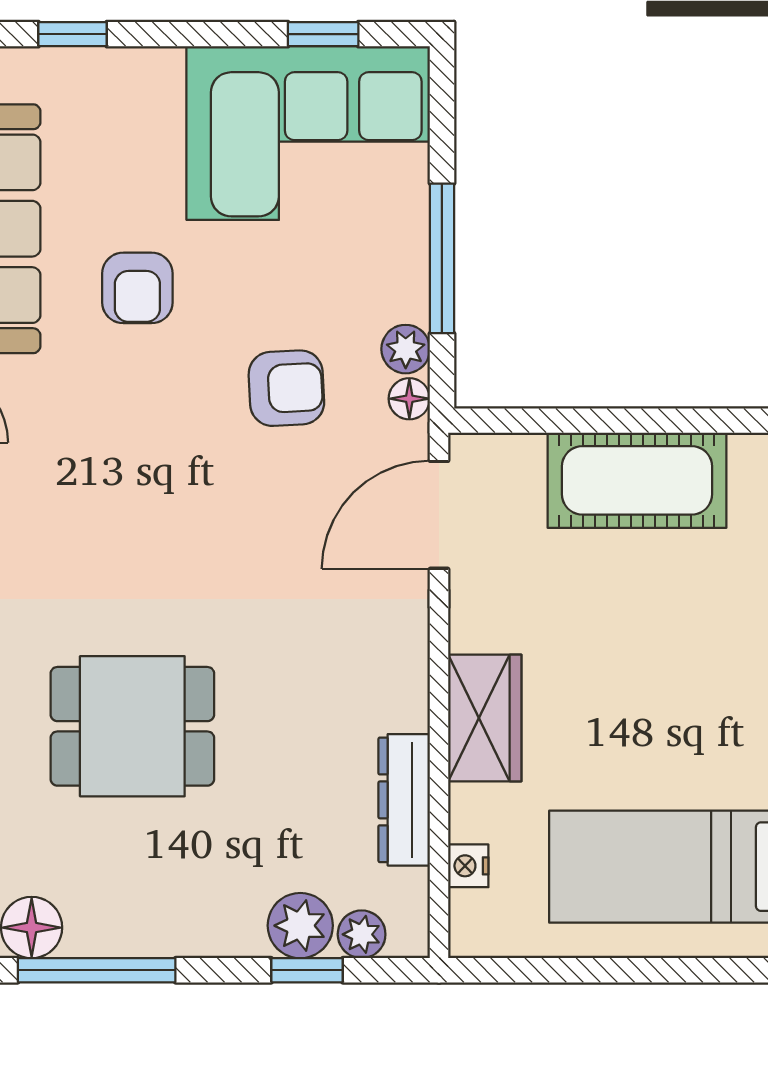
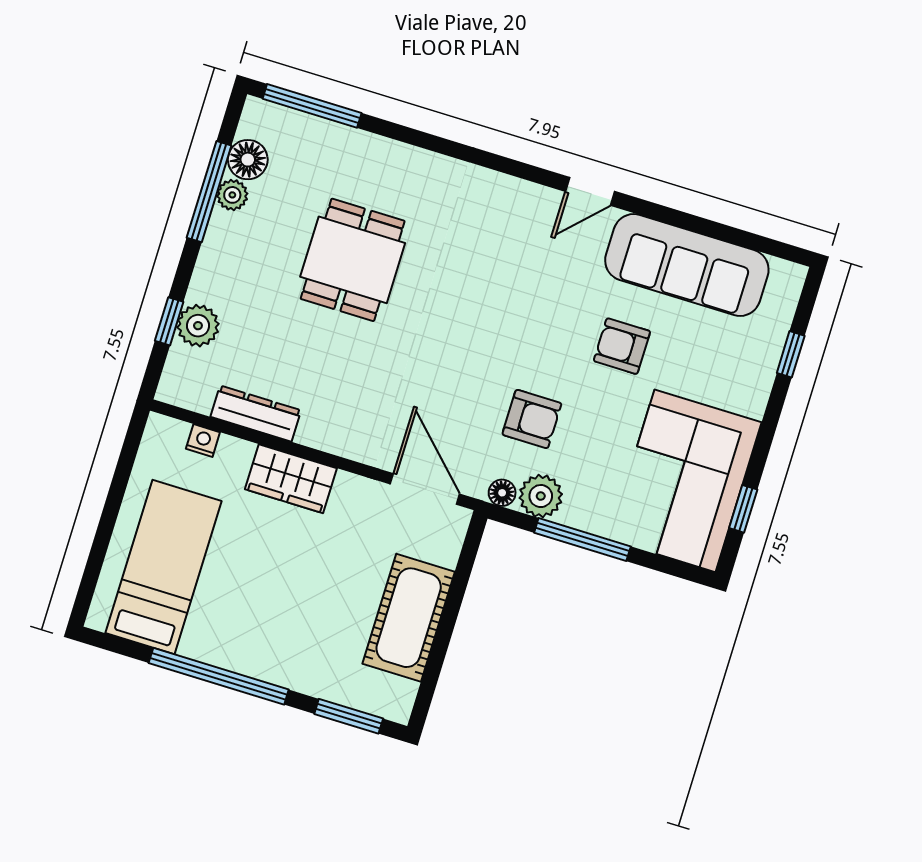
plant: (406, 349) -> (541, 496), width x1.38, depth x1.38
armchair: (286, 388) -> (532, 419), turned -87
plant: (362, 934) -> (232, 195), moved

